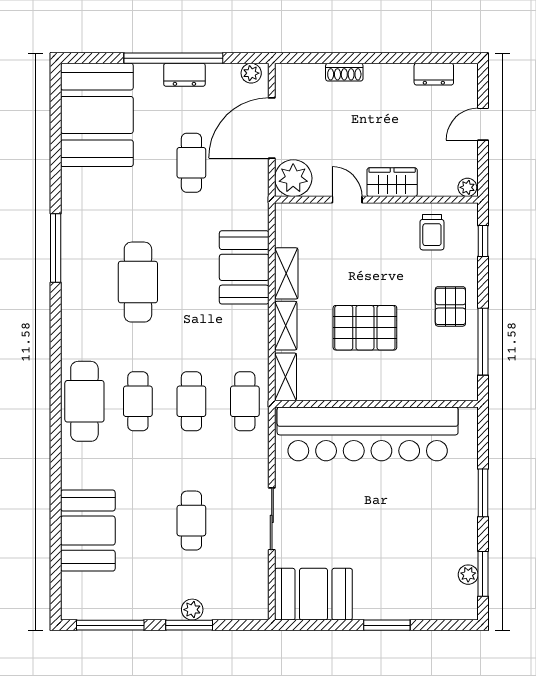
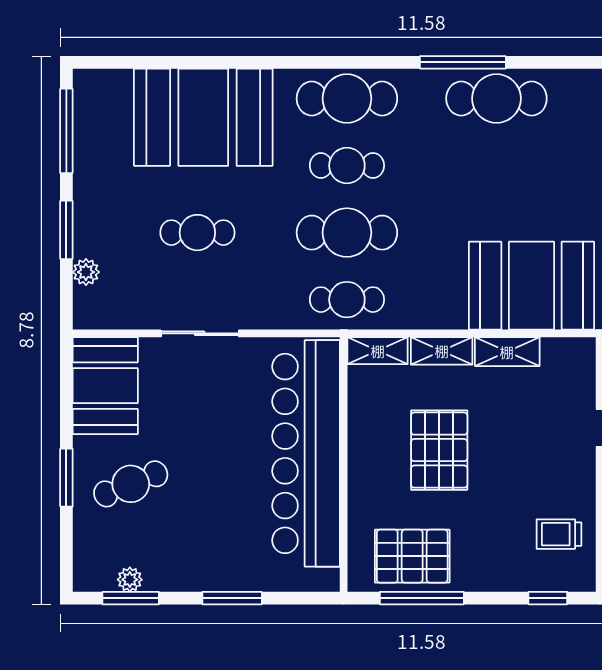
window: (56, 248) -> (463, 62), moved
booth: (244, 267) -> (531, 286), width x1.36, depth x1.42
cafe table: (138, 282) -> (496, 98), moved
pallet: (450, 306) -> (412, 556), moved, width x1.50, depth x1.42
cafe table: (191, 401) -> (347, 233), width x1.37, depth x1.35
booth: (88, 531) -> (203, 117), width x1.36, depth x1.42
cafe table: (392, 574) -> (131, 484), added
plant: (192, 610) -> (86, 272), moved

